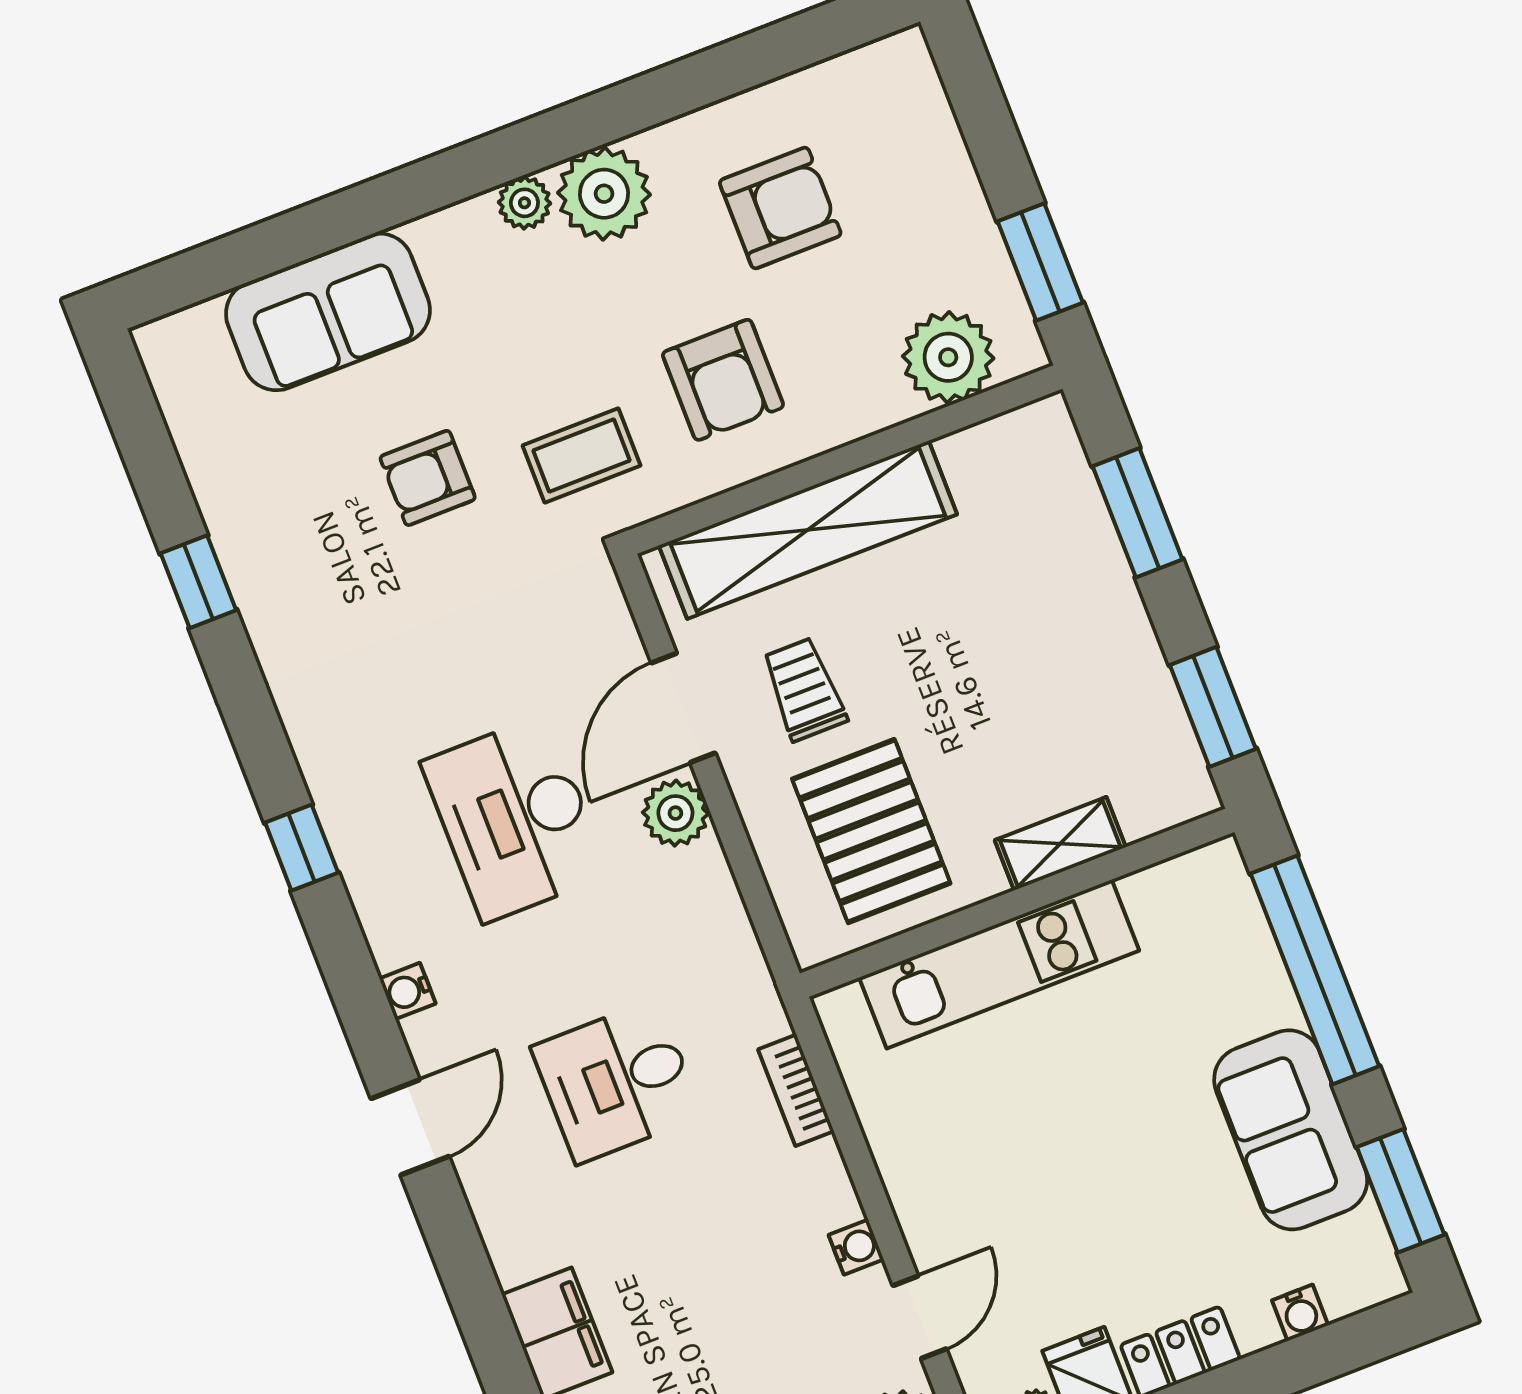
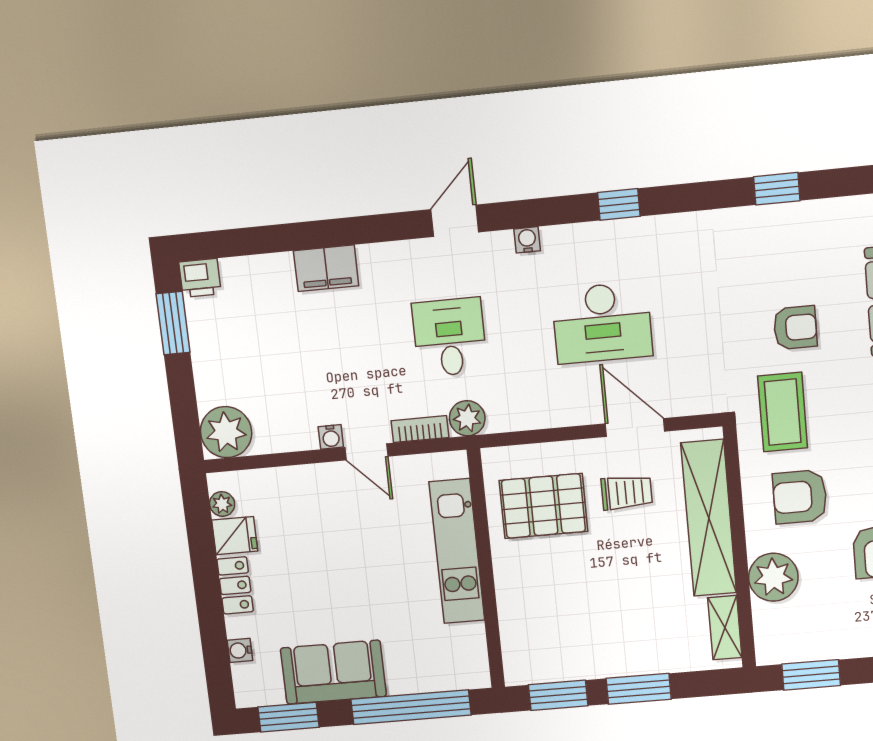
plant: (948, 357) -> (773, 577), moved
coffee table: (582, 456) -> (783, 412), width x1.36, depth x1.30
armchair: (428, 478) -> (795, 328), turned 90
window: (1138, 513) -> (639, 689), moved
plant: (675, 813) -> (467, 418), moved
desk: (515, 819) -> (602, 323), turned 180
shelving: (1060, 844) -> (725, 628), moved
door: (410, 1127) -> (455, 221), swing flipped
door: (920, 1317) -> (366, 452), moved

